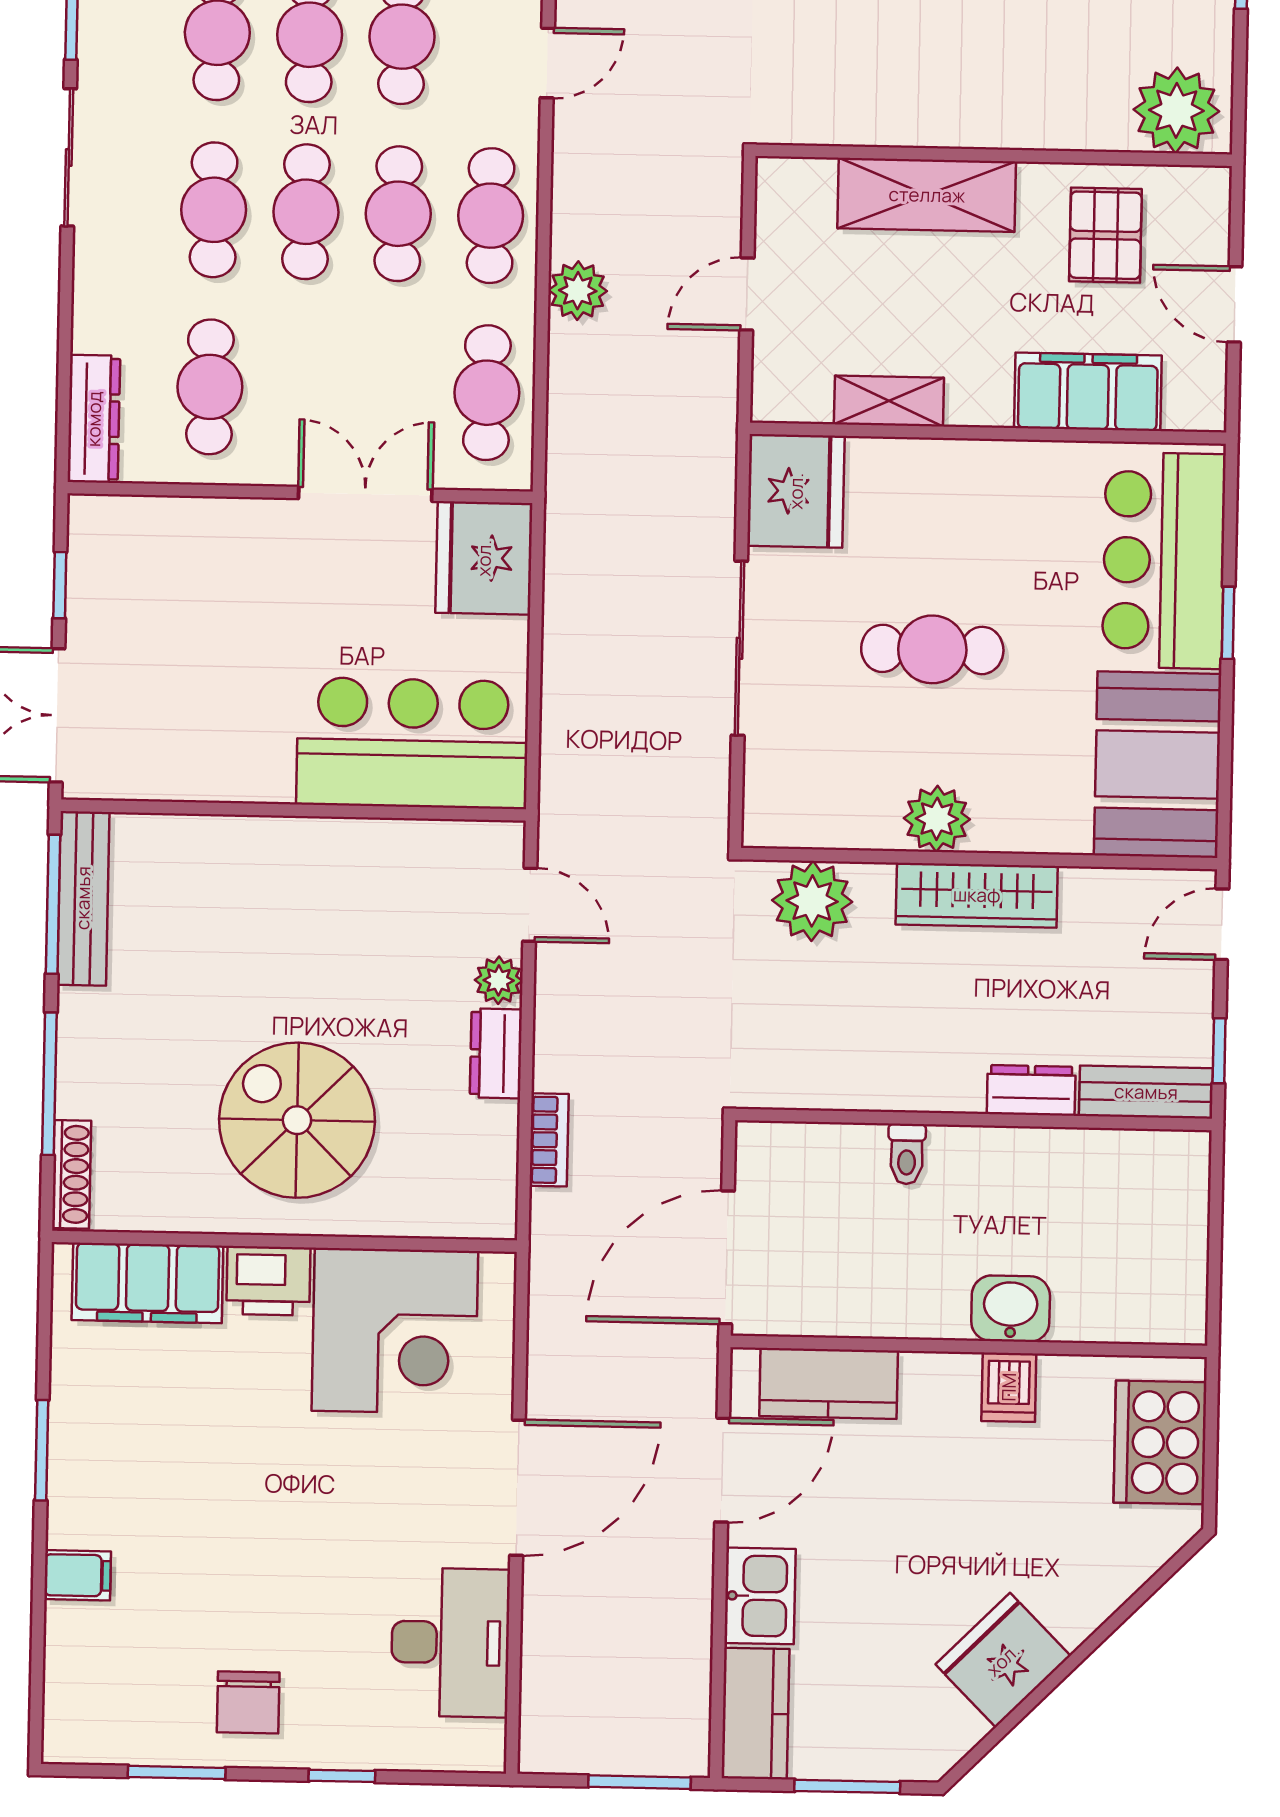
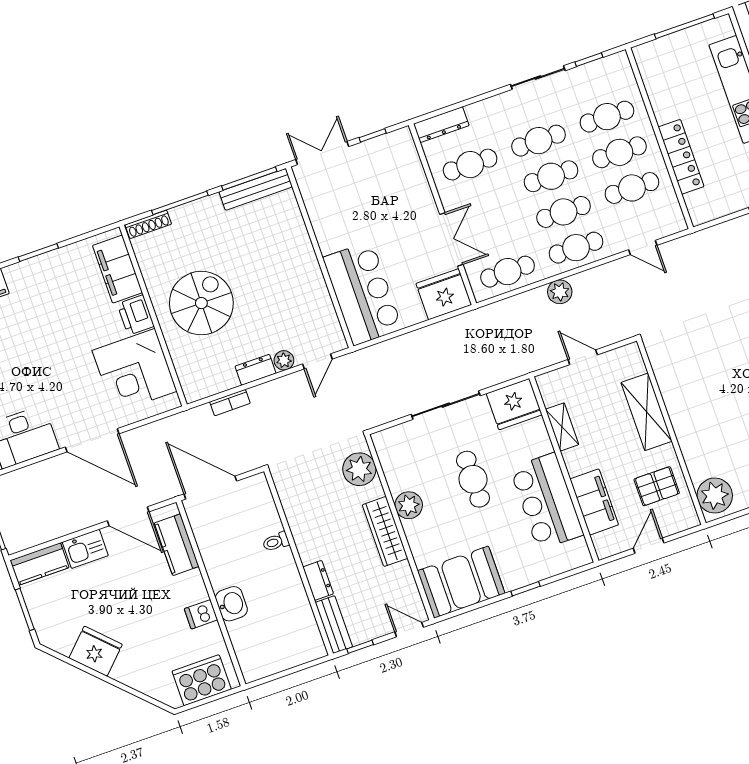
bar counter: (1164, 560) -> (547, 501), moved, turned -90

